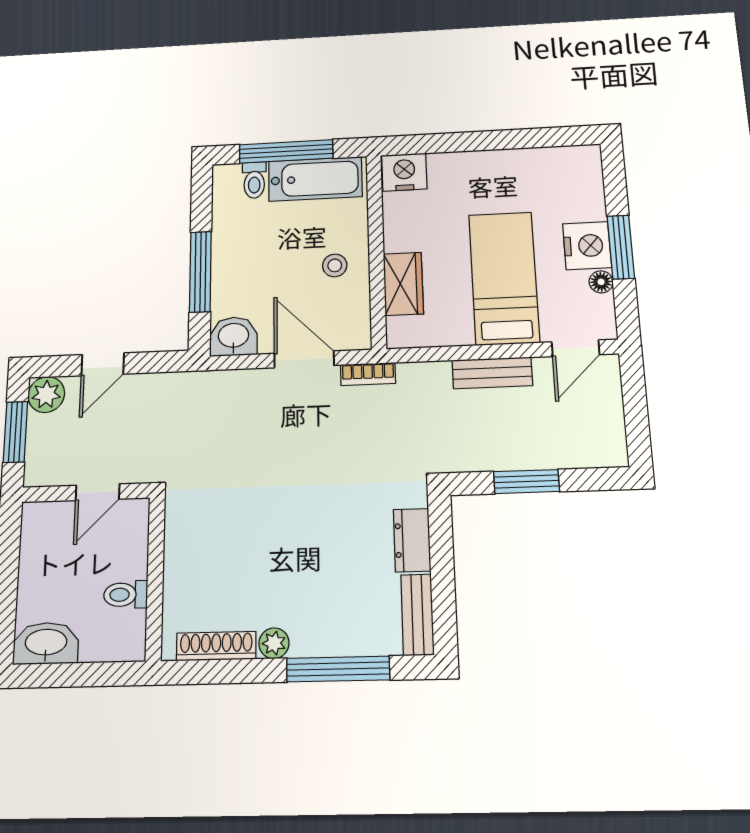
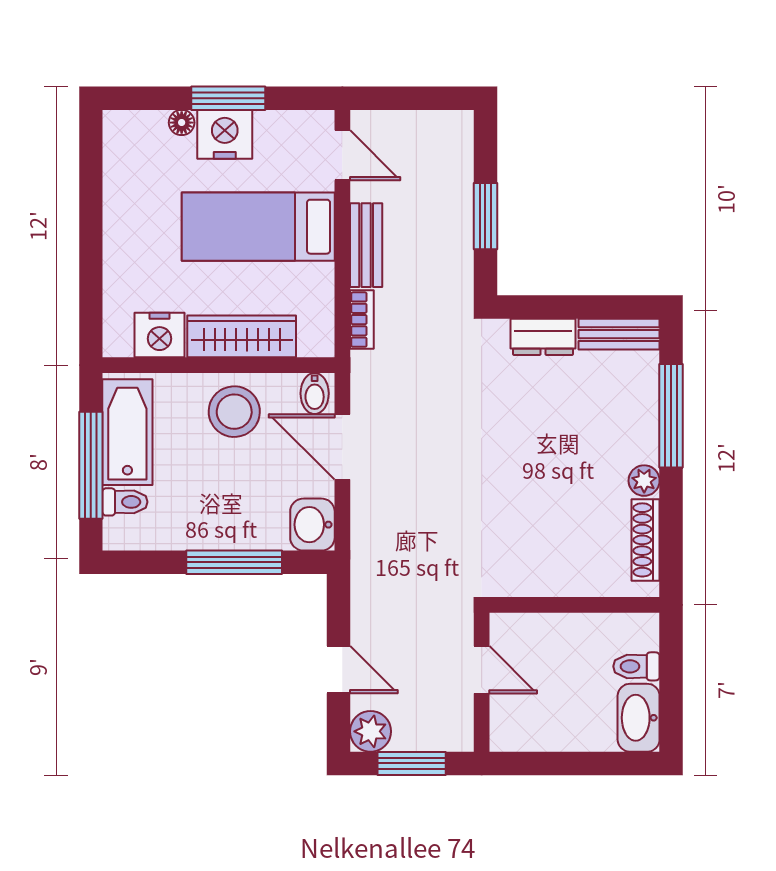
nightstand: (404, 172) -> (159, 335), moved, turned -90
stool: (335, 265) -> (234, 412), width x1.89, depth x1.89
floor lamp: (601, 282) -> (182, 123), moved
wardrobe: (403, 284) -> (242, 336), width x1.50
bidet: (353, 333) -> (315, 393), added
door: (304, 359) -> (342, 447), hinge flipped
bookcase: (368, 374) -> (362, 320), moved
toilet: (126, 595) -> (636, 666), moved, turned 90

